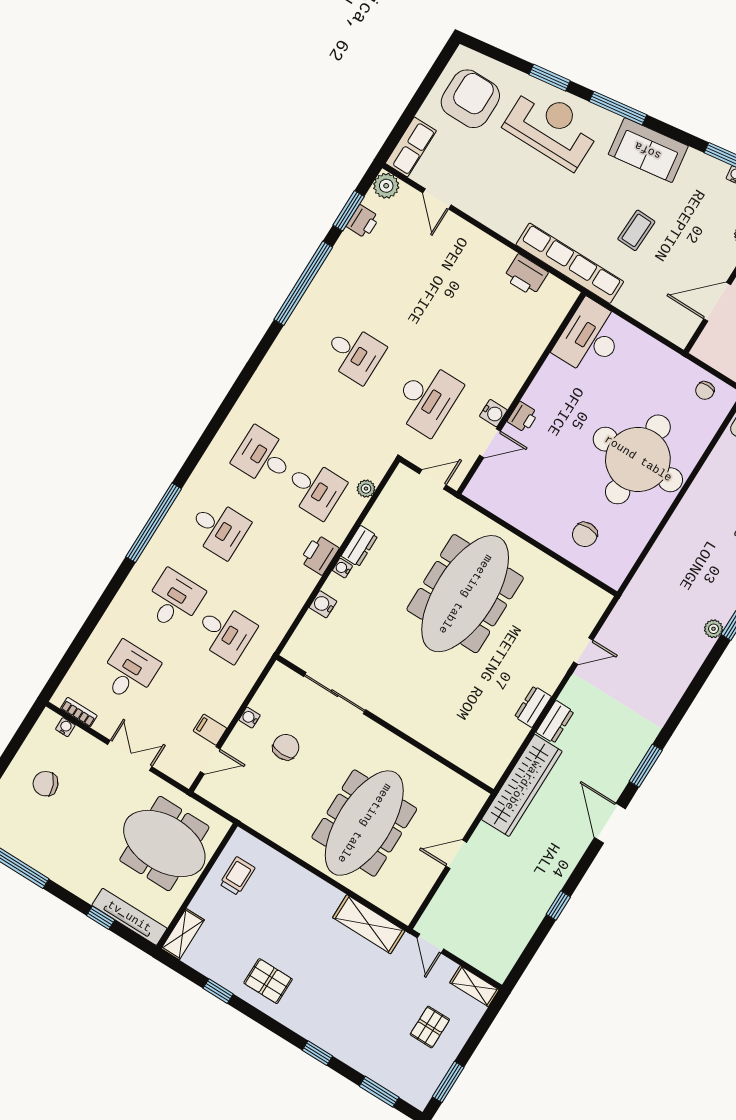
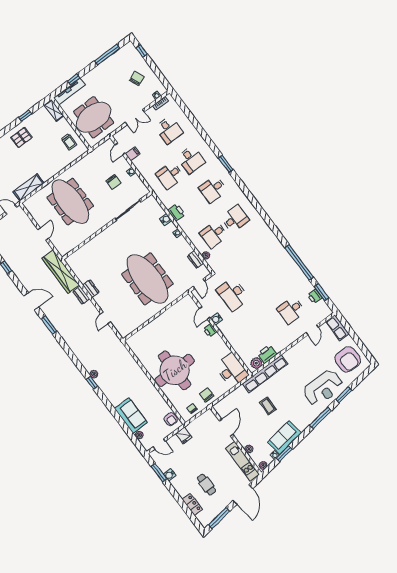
sofa: (648, 150) -> (284, 438), moved
plant: (386, 186) -> (256, 363), moved
door: (437, 199) -> (312, 330), swing flipped
desk: (354, 353) -> (291, 310), moved
window: (154, 523) -> (226, 164), width x0.47
chair: (585, 534) -> (207, 395), moved
dresser: (359, 546) -> (195, 260), moved
printer: (319, 555) -> (176, 212), moved

